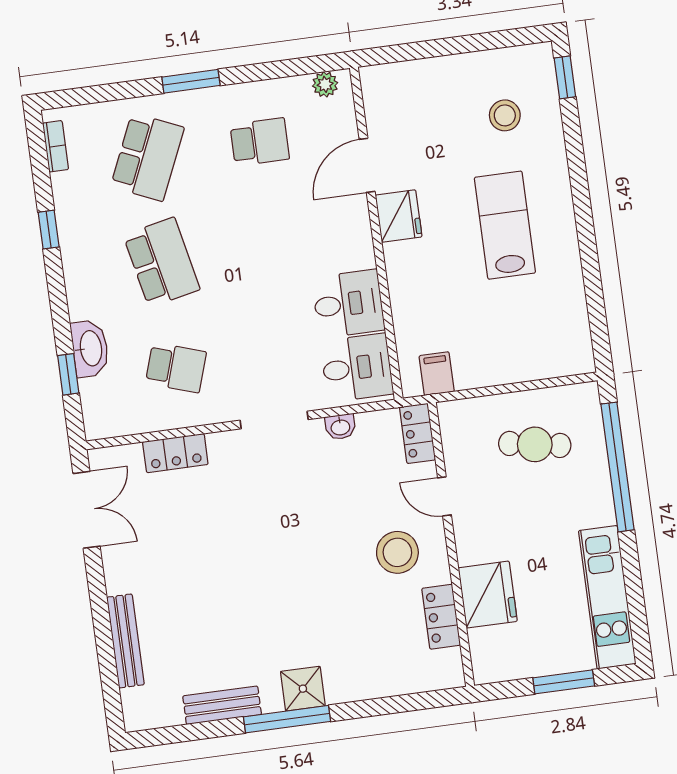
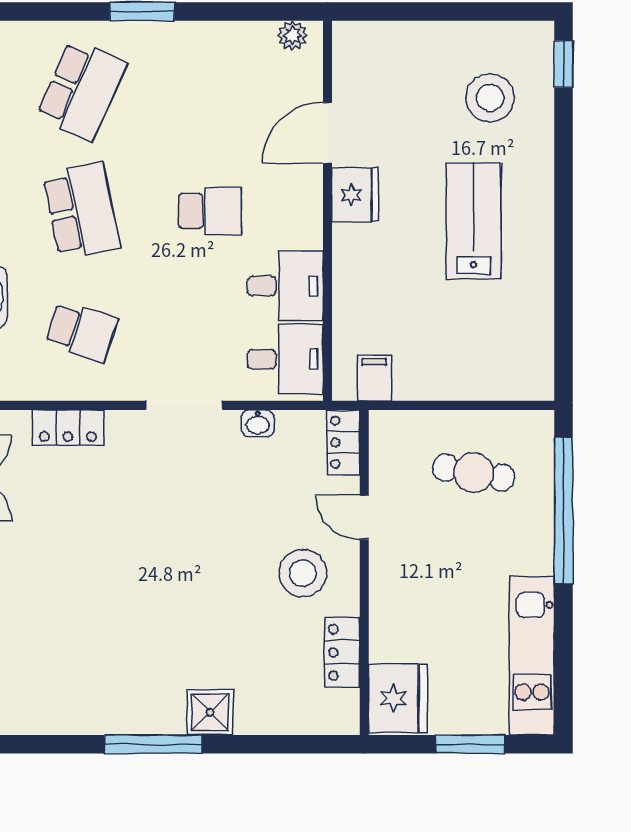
stool: (505, 115) -> (490, 98), width x1.38, depth x1.38
school desk: (260, 142) -> (210, 211), moved
fridge: (488, 595) -> (398, 698), moved
shower: (303, 689) -> (210, 712), moved
bench: (222, 705) -> (82, 719), removed

